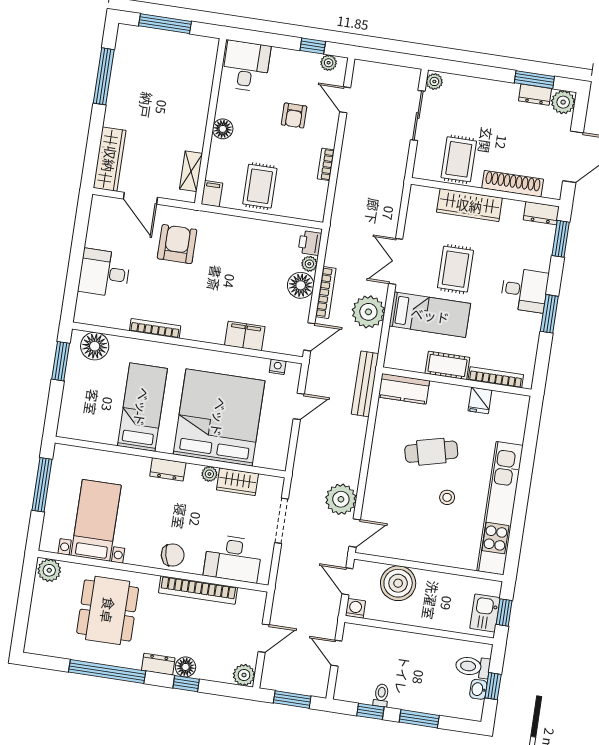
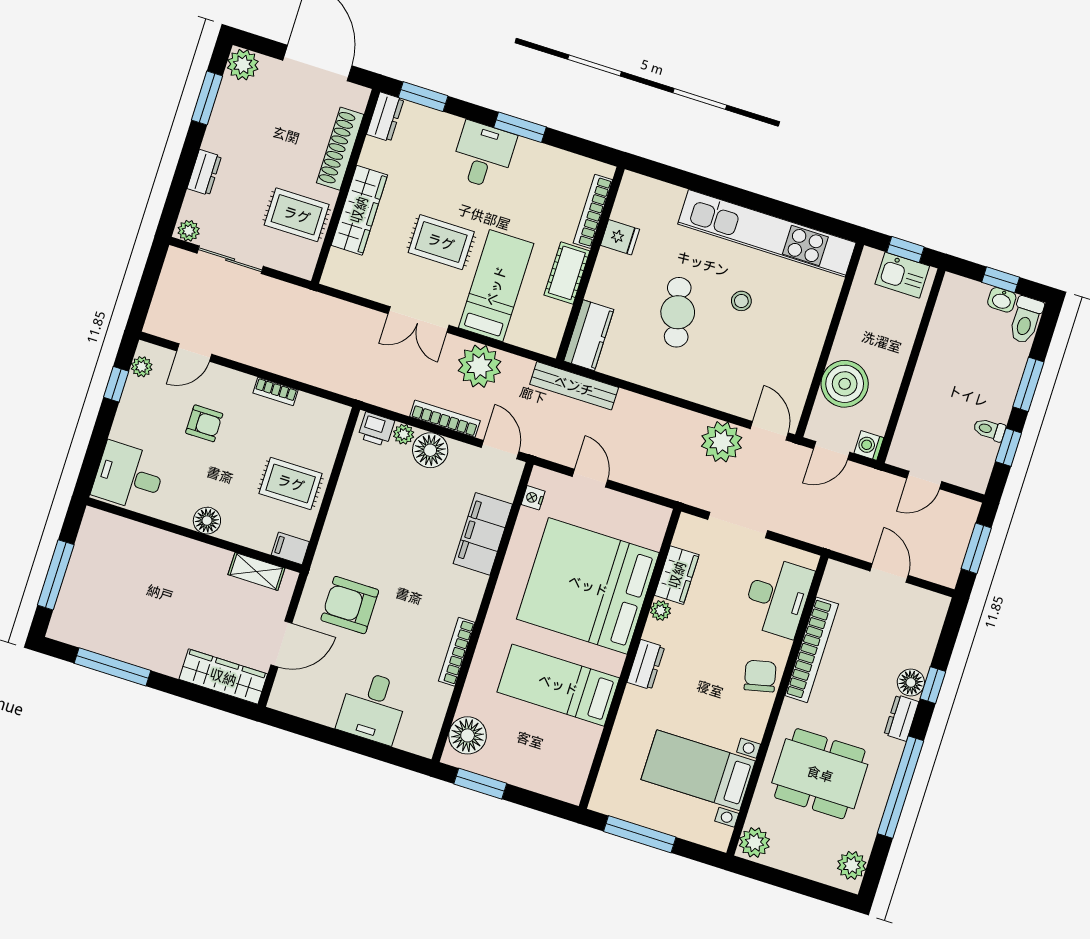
dresser: (535, 95) -> (204, 172), moved
filing cabinet: (245, 336) -> (483, 534), width x1.50, depth x1.17
toilet: (473, 667) -> (1026, 320), moved
plant: (244, 675) -> (852, 865), moved

